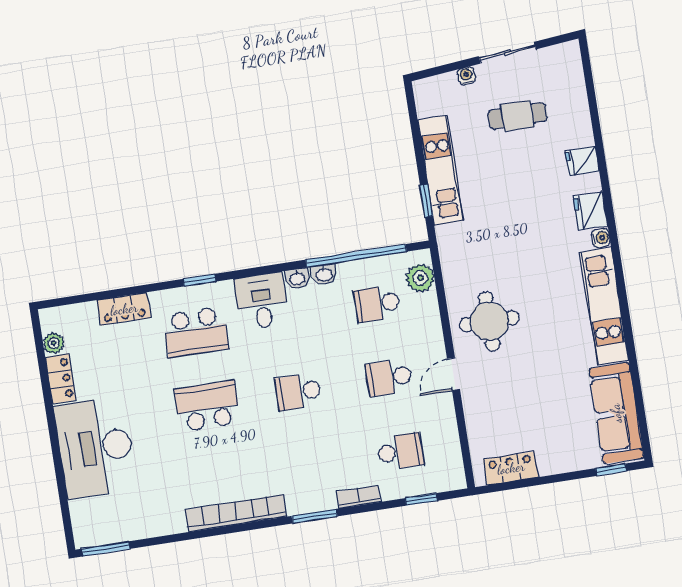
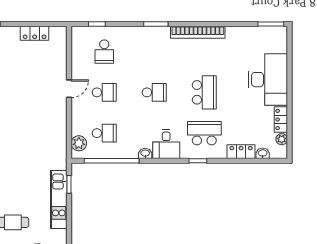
washbasin: (324, 274) -> (263, 153), moved
round table: (489, 321) -> (45, 114), removed
school desk: (207, 406) -> (204, 92), turned -90
school desk: (400, 451) -> (104, 52), turned -90
locker: (511, 468) -> (35, 33), moved
bookcase: (358, 497) -> (131, 31), removed

